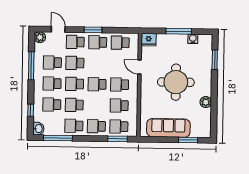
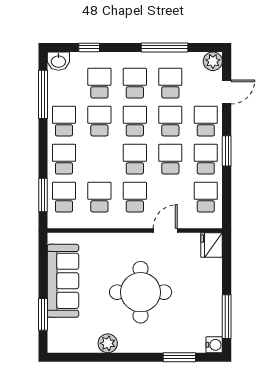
window: (179, 31) -> (227, 317), moved
water cooler: (193, 39) -> (214, 345), moved
school desk: (97, 63) -> (170, 159), added

